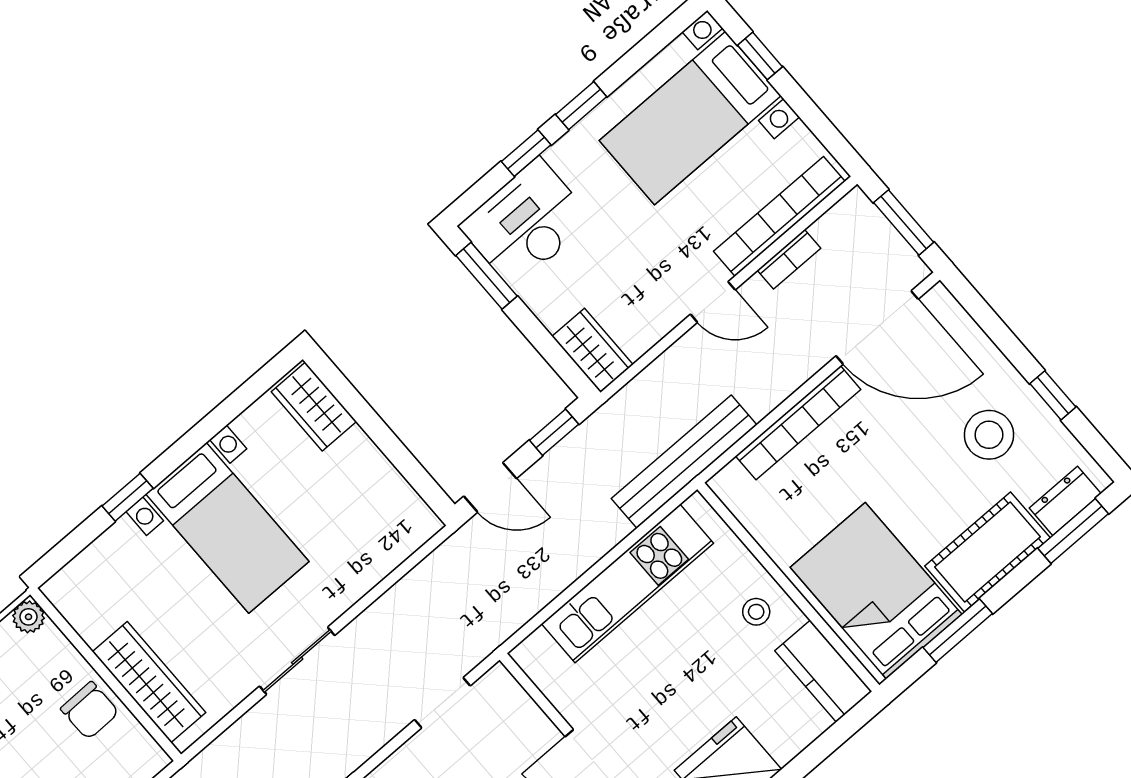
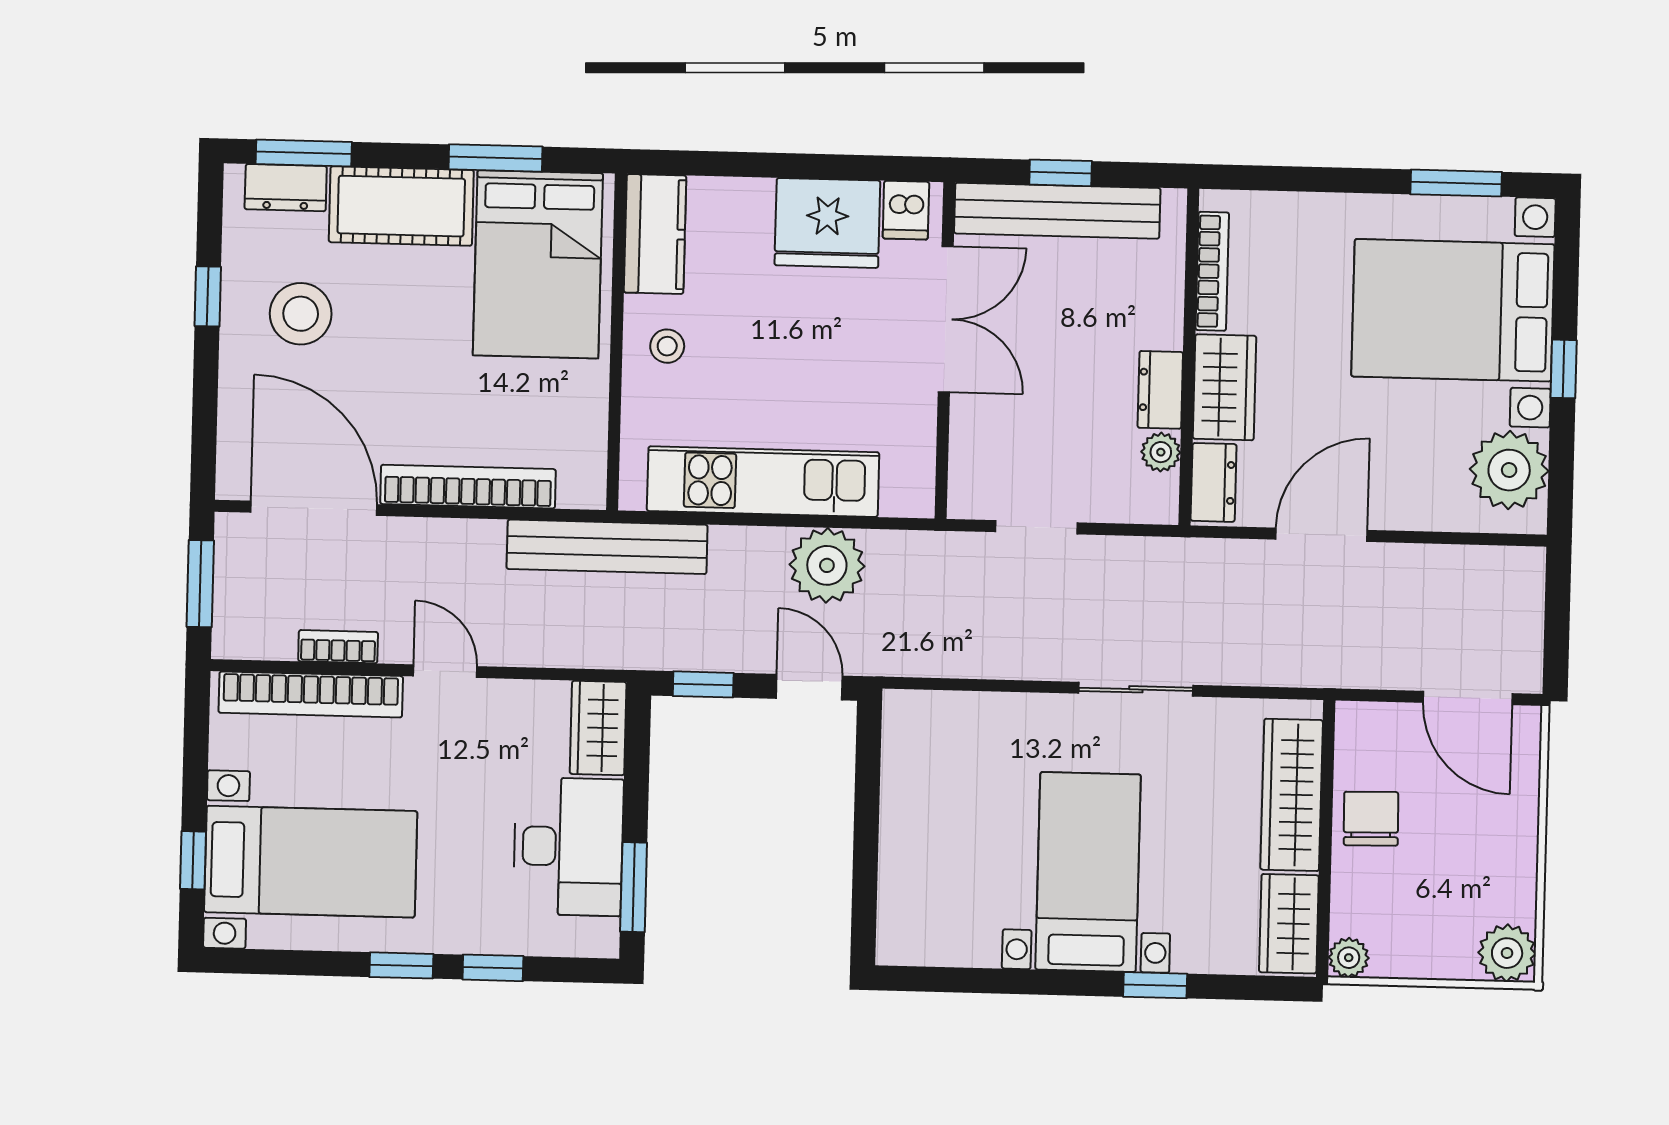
desk: (526, 223) -> (568, 847), moved, turned -90
wardrobe: (314, 407) -> (1289, 924), moved, turned 180
plant: (545, 568) -> (827, 565), added

